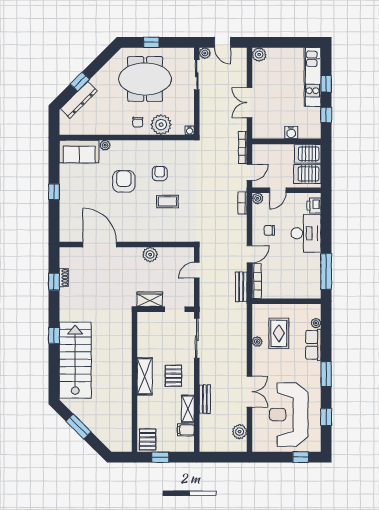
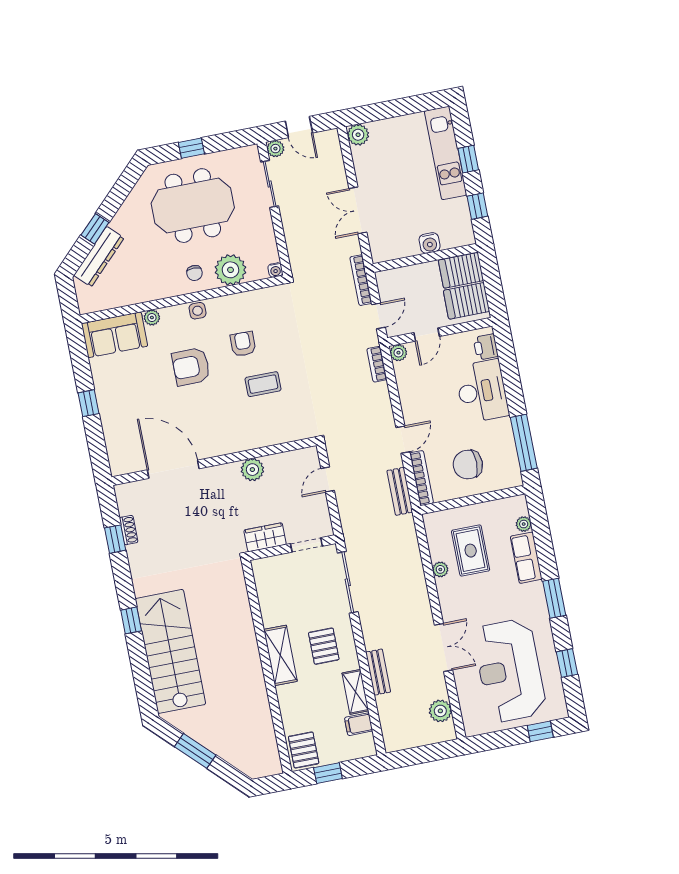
side table: (135, 147) -> (198, 311), added
armchair: (124, 181) -> (191, 367), turned -90
chair: (269, 230) -> (468, 465), moved, width x1.87, depth x1.87

